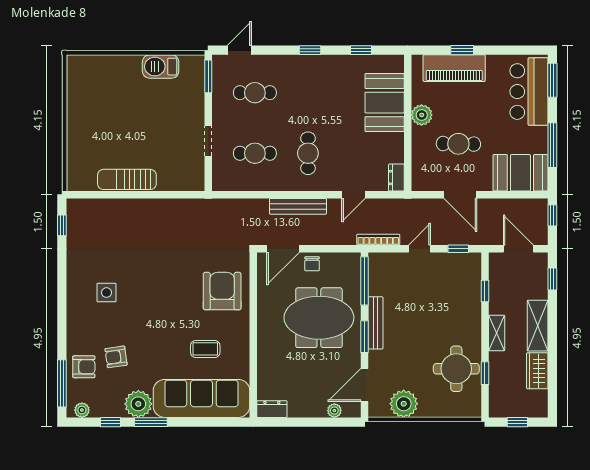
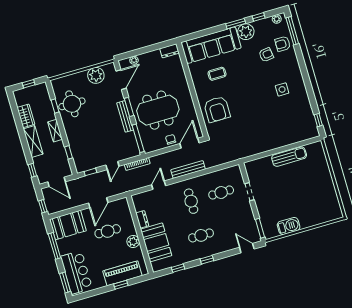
door: (239, 50) -> (247, 248), swing flipped
cafe table: (255, 93) -> (201, 235), moved
dresser: (396, 178) -> (142, 219), moved
door: (460, 195) -> (98, 203), swing flipped

